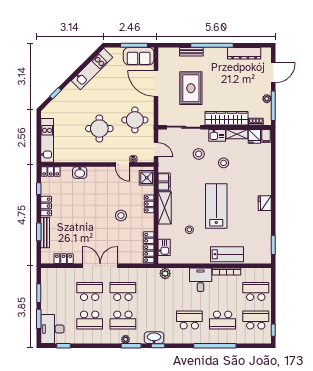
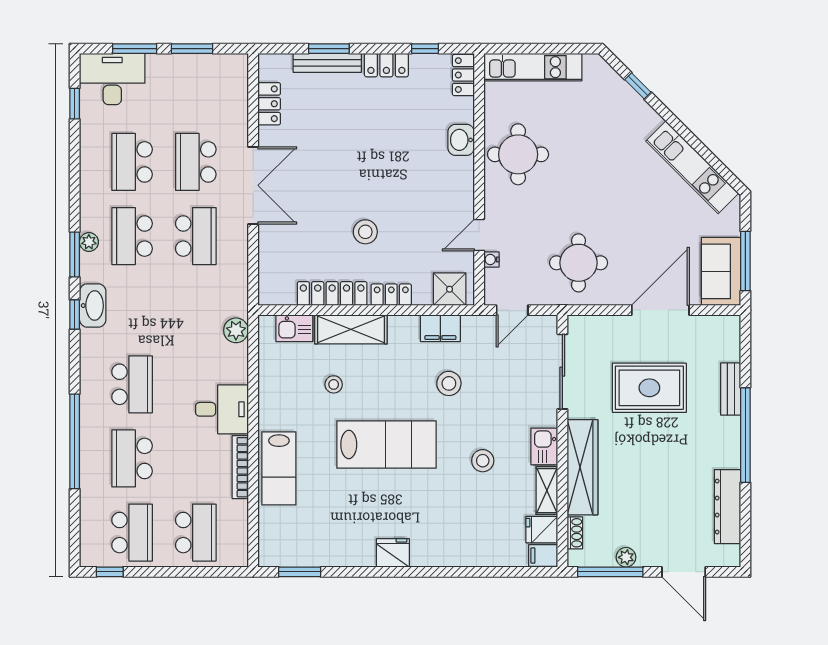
round table: (99, 129) -> (518, 154), moved
stool: (199, 154) -> (449, 383), moved
shelving: (165, 208) -> (351, 329), moved
locker: (149, 247) -> (332, 294), moved
school desk: (90, 291) -> (196, 162), turned 180

